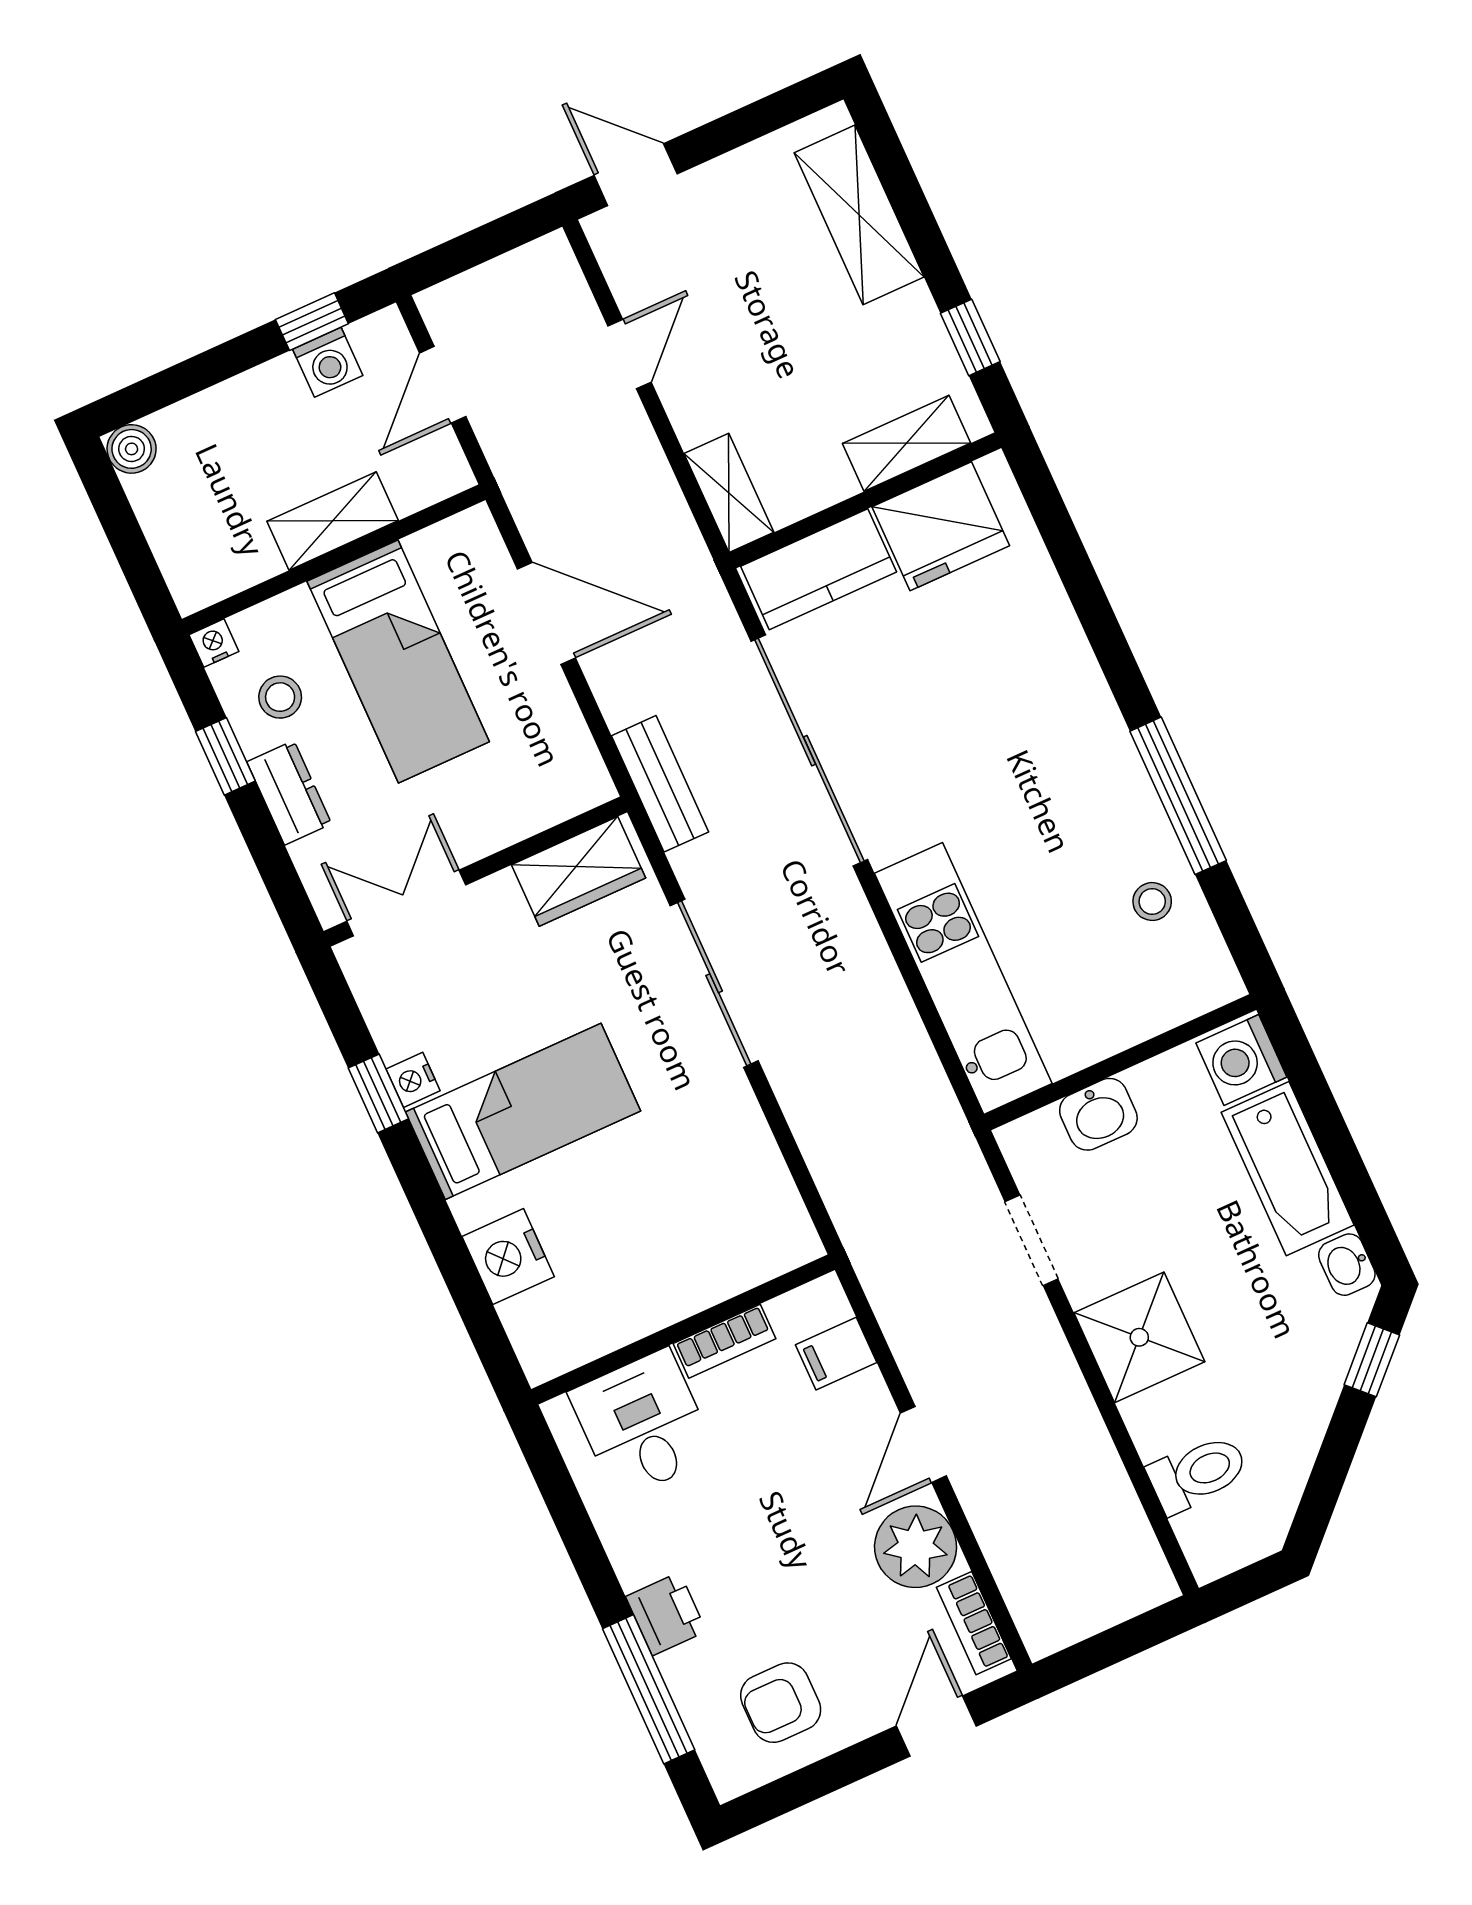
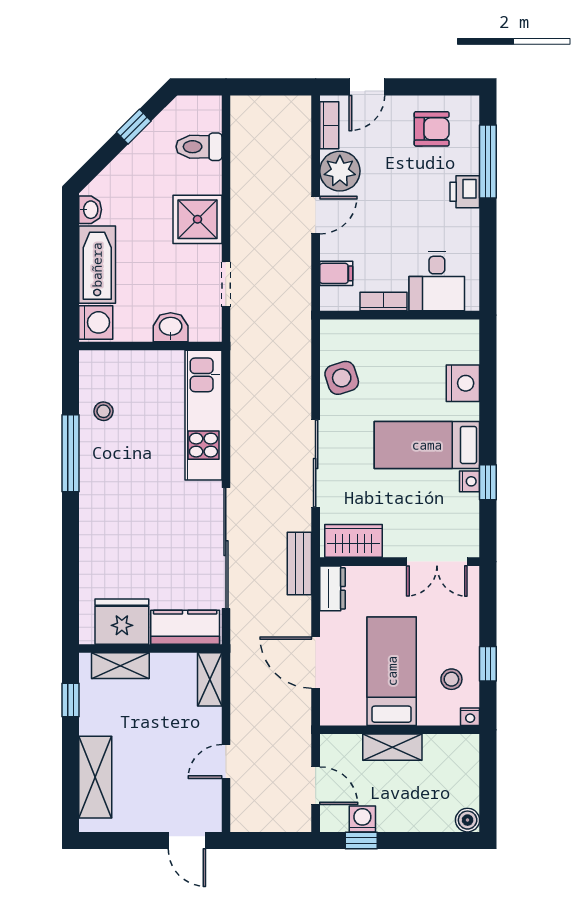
door: (443, 385) -> (316, 786), hinge flipped
dresser: (289, 793) -> (332, 588), moved, turned 180
side table: (738, 1164) -> (342, 378), added
window: (1372, 1360) -> (134, 127), moved

